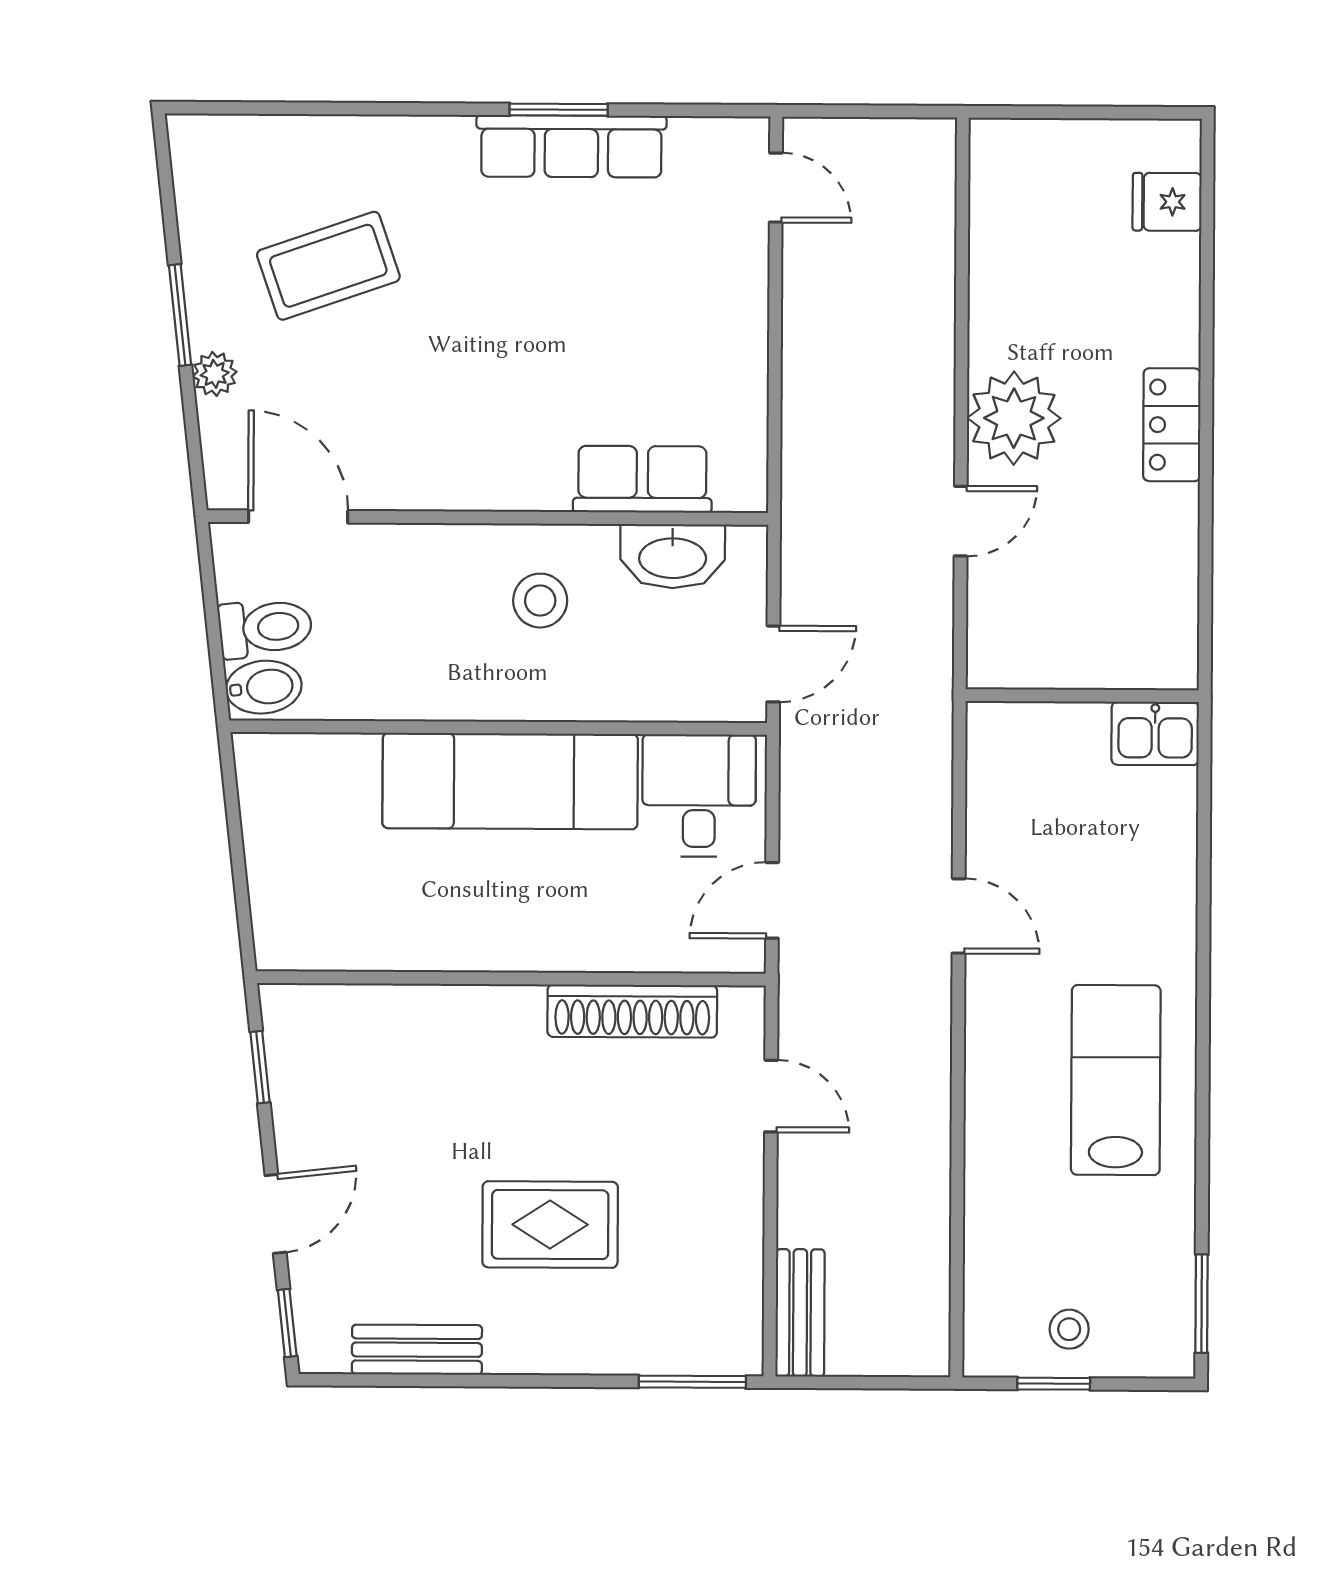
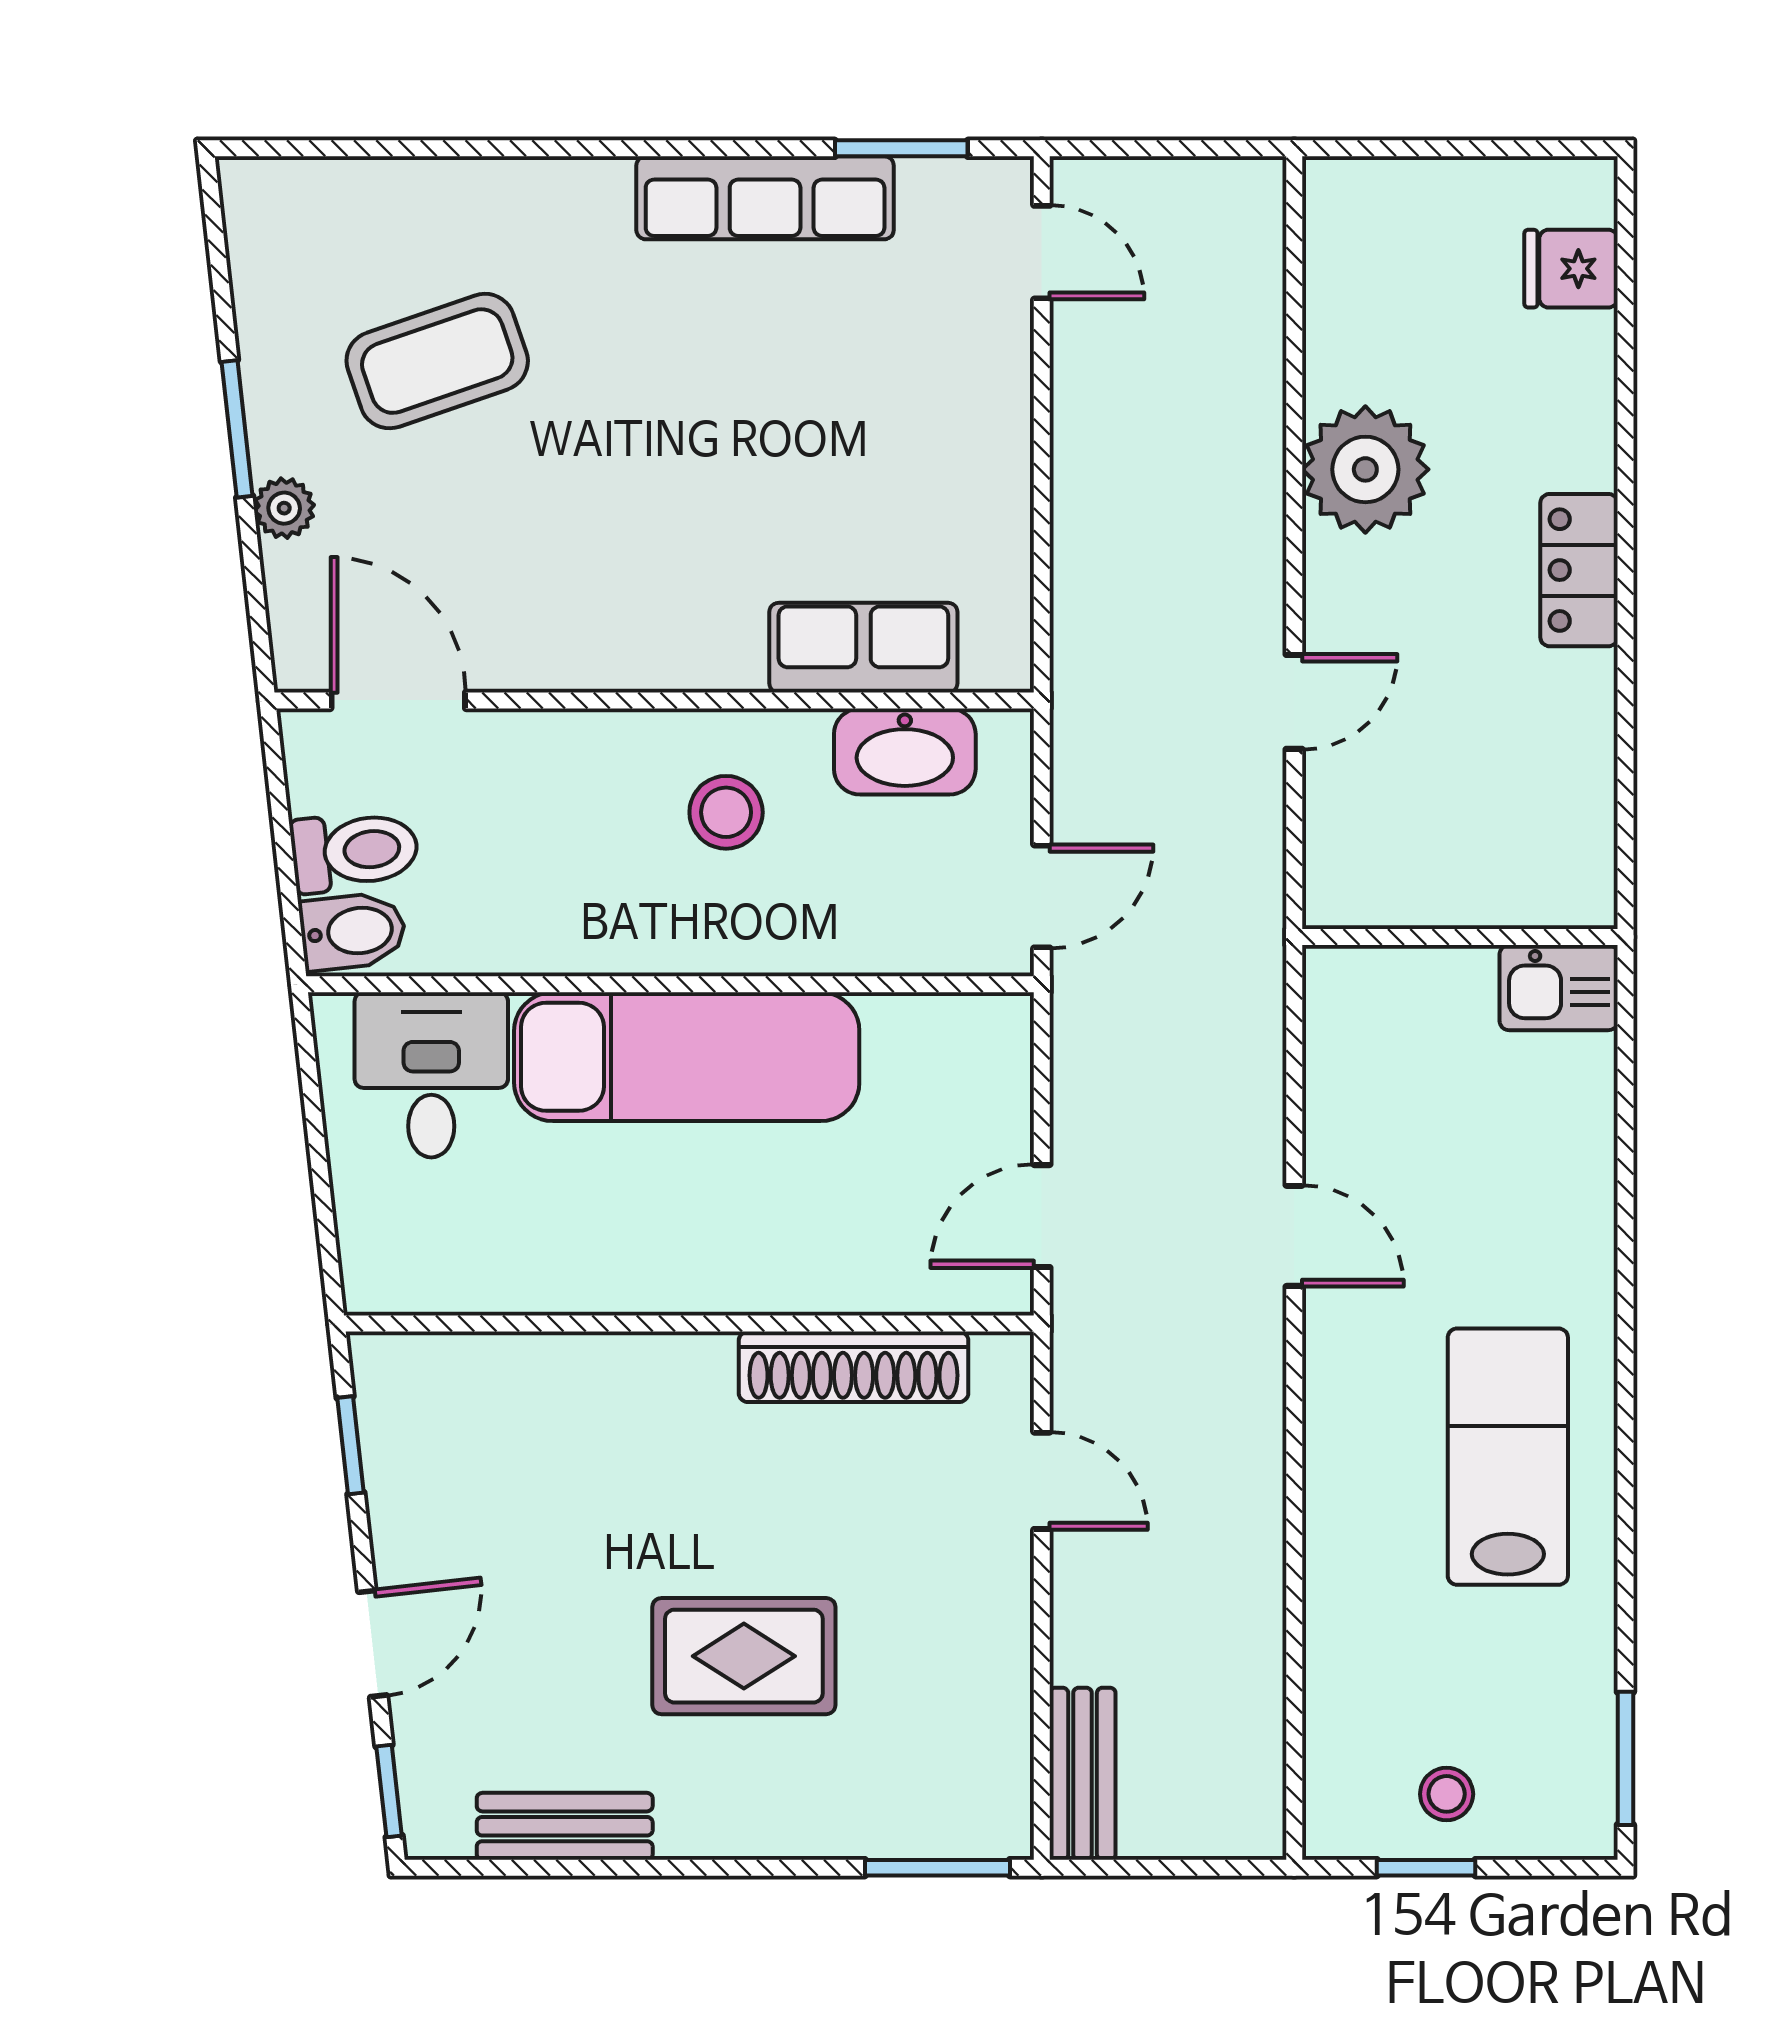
window: (559, 110) -> (901, 148), moved
plant: (1014, 418) -> (1365, 469), moved
desk: (699, 796) -> (431, 1075), moved

